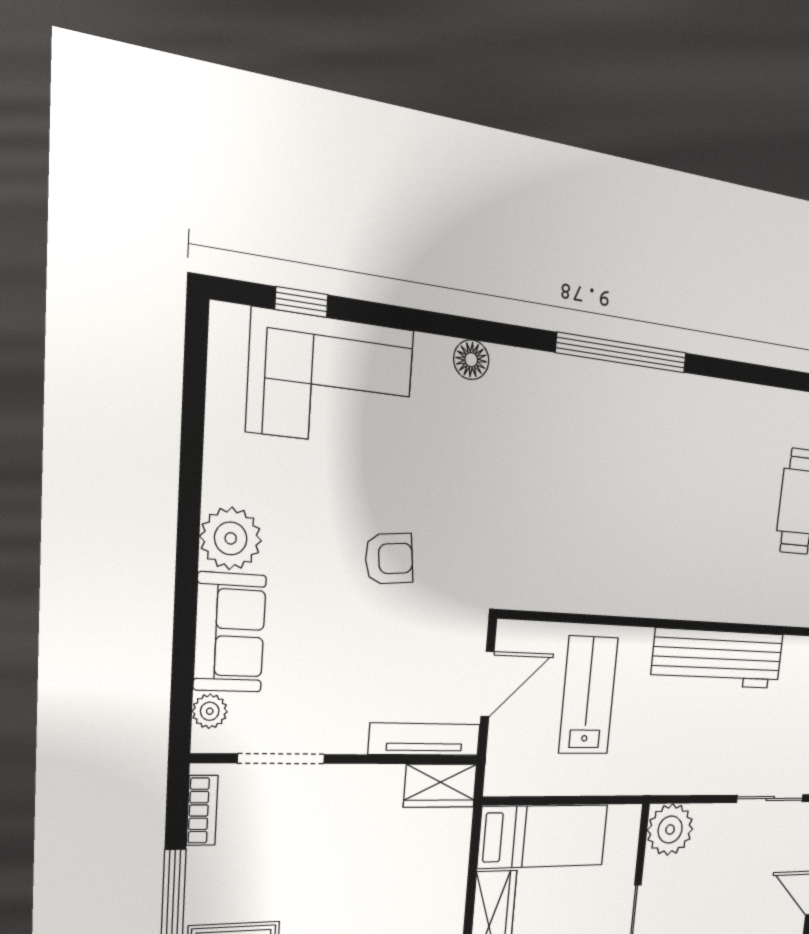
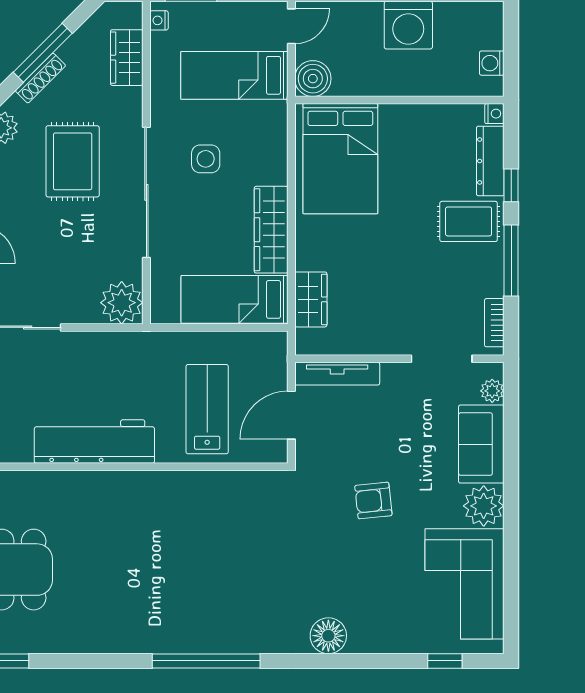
floor lamp: (471, 360) -> (328, 636), width x1.38, depth x1.38
corner sofa: (331, 380) -> (465, 584), moved, turned -90
lab bench: (588, 695) -> (207, 409), turned 180
wardrobe: (440, 786) -> (311, 299), moved, turned 90

